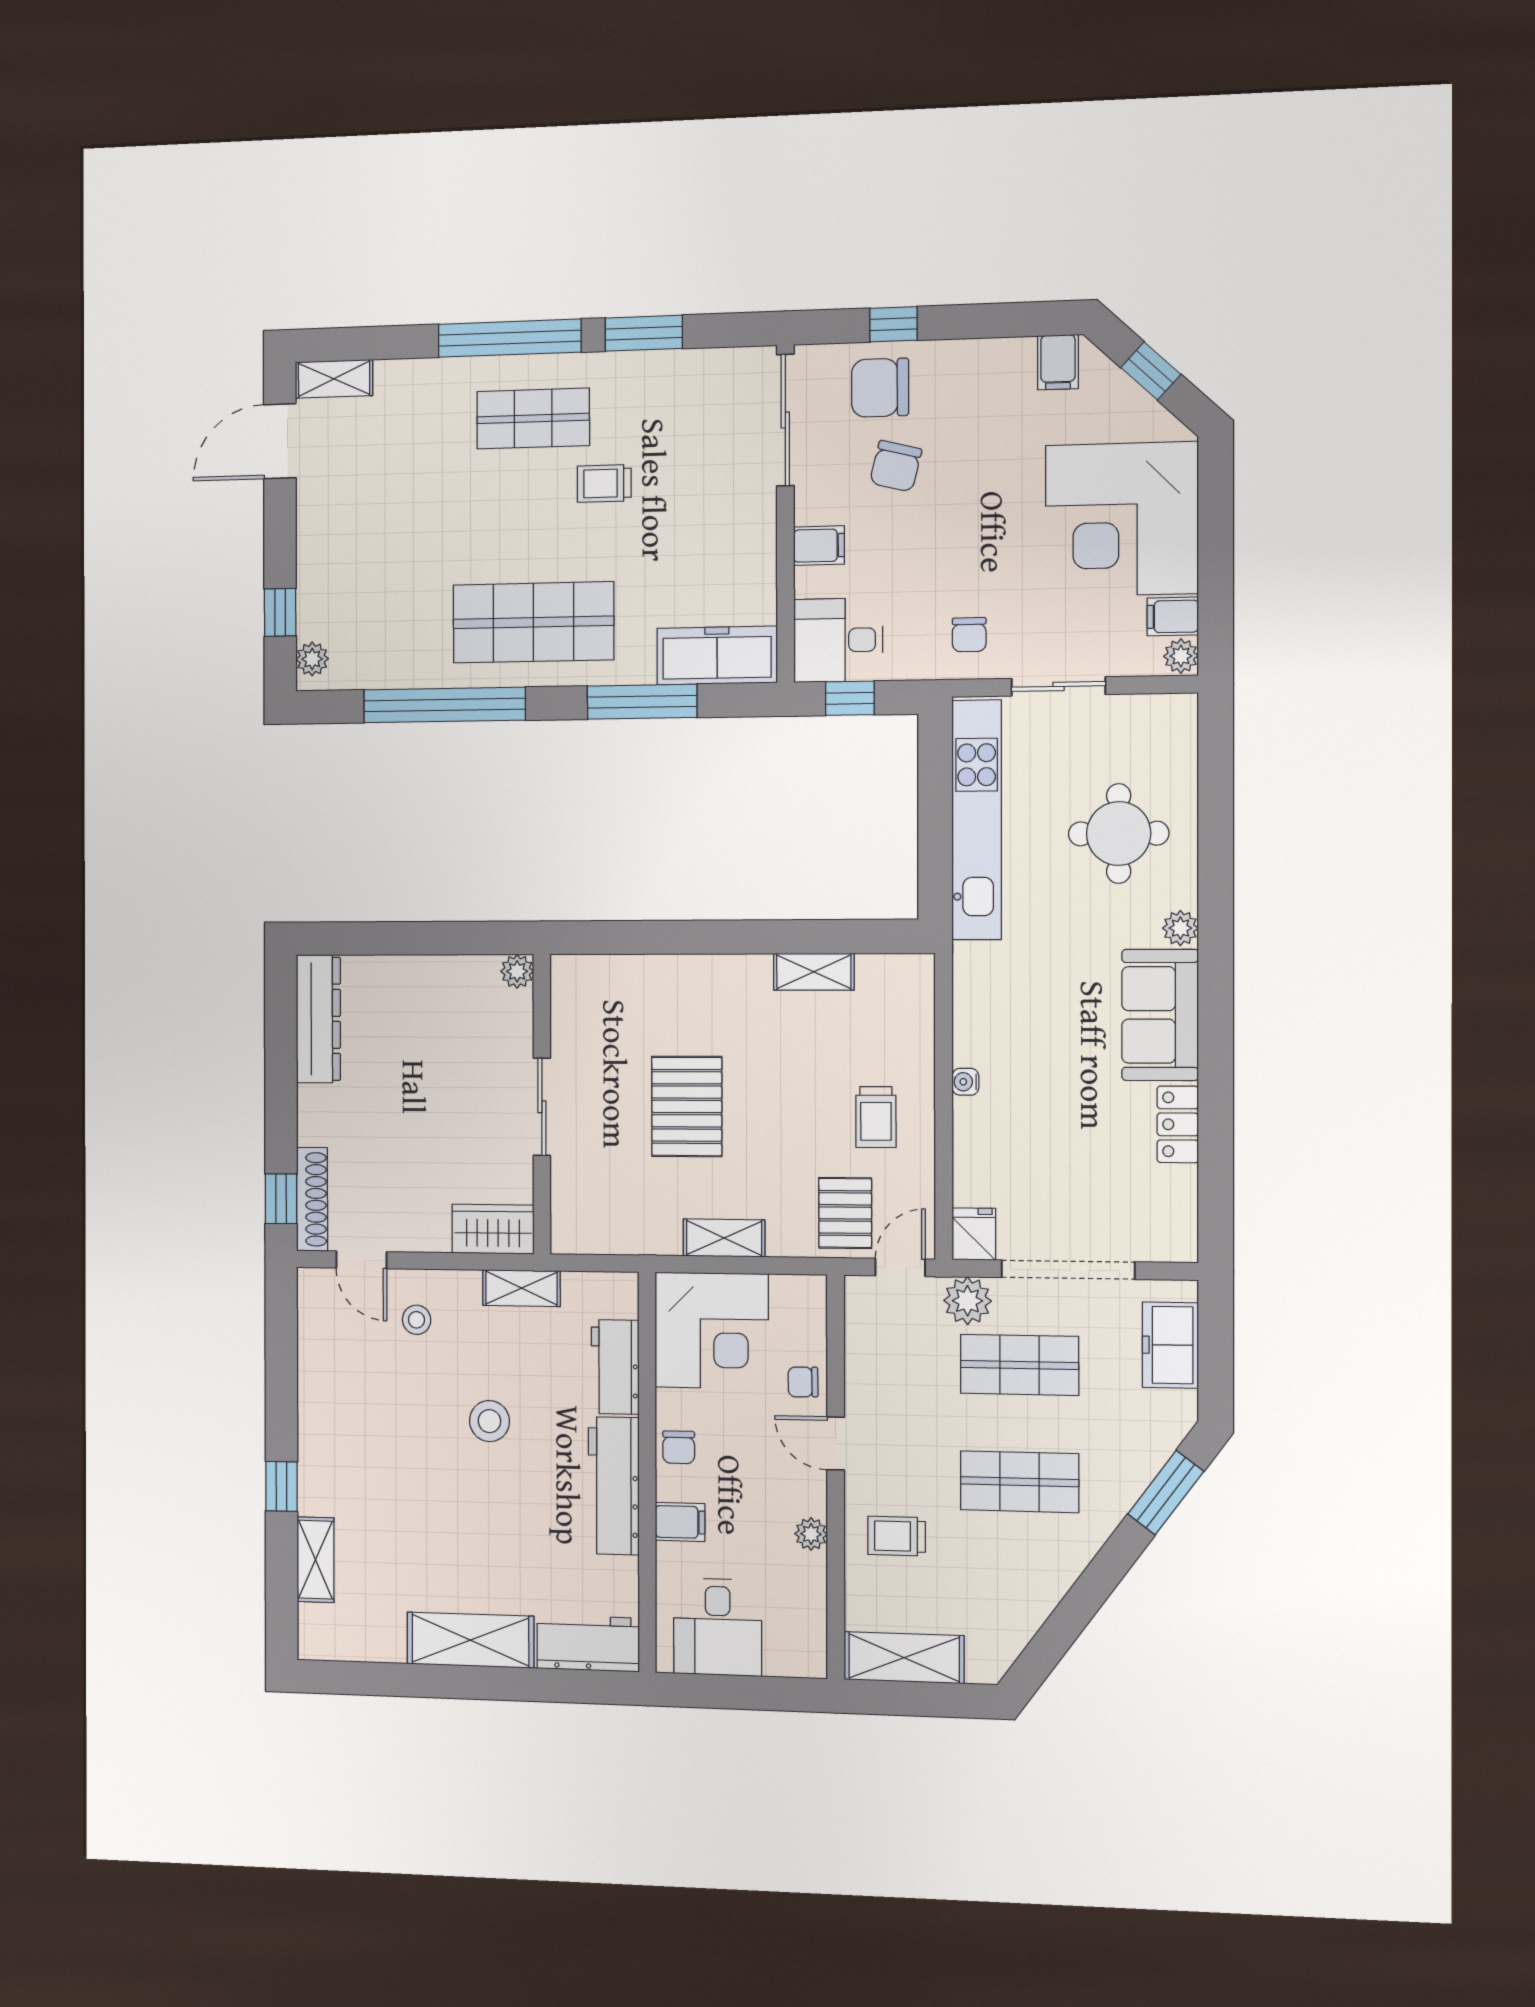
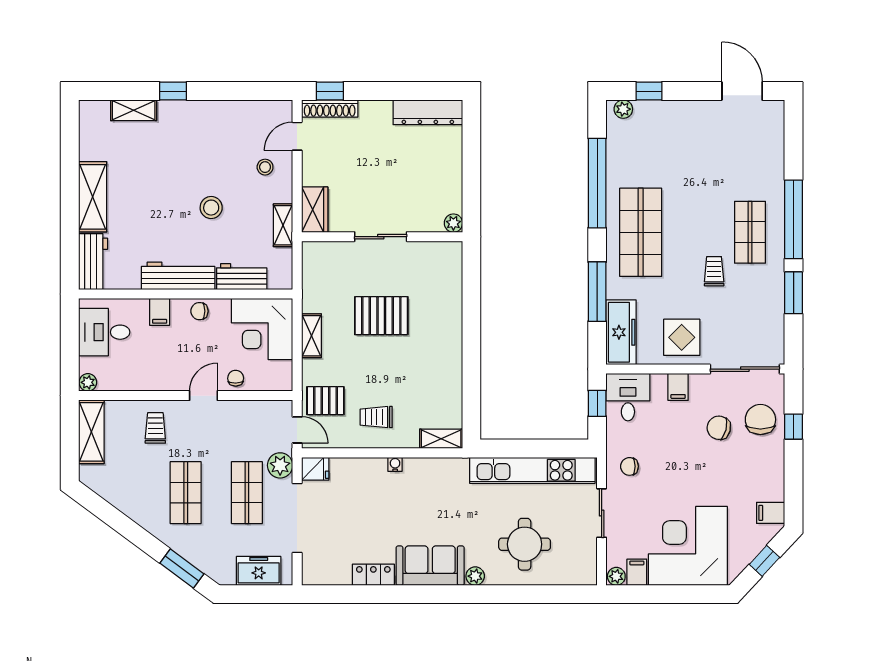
shelving: (334, 379) -> (775, 122), removed
display table: (726, 541) -> (682, 337), added
shelving: (814, 972) -> (441, 439), moved, turned 90
plant: (811, 1534) -> (88, 382), moved

